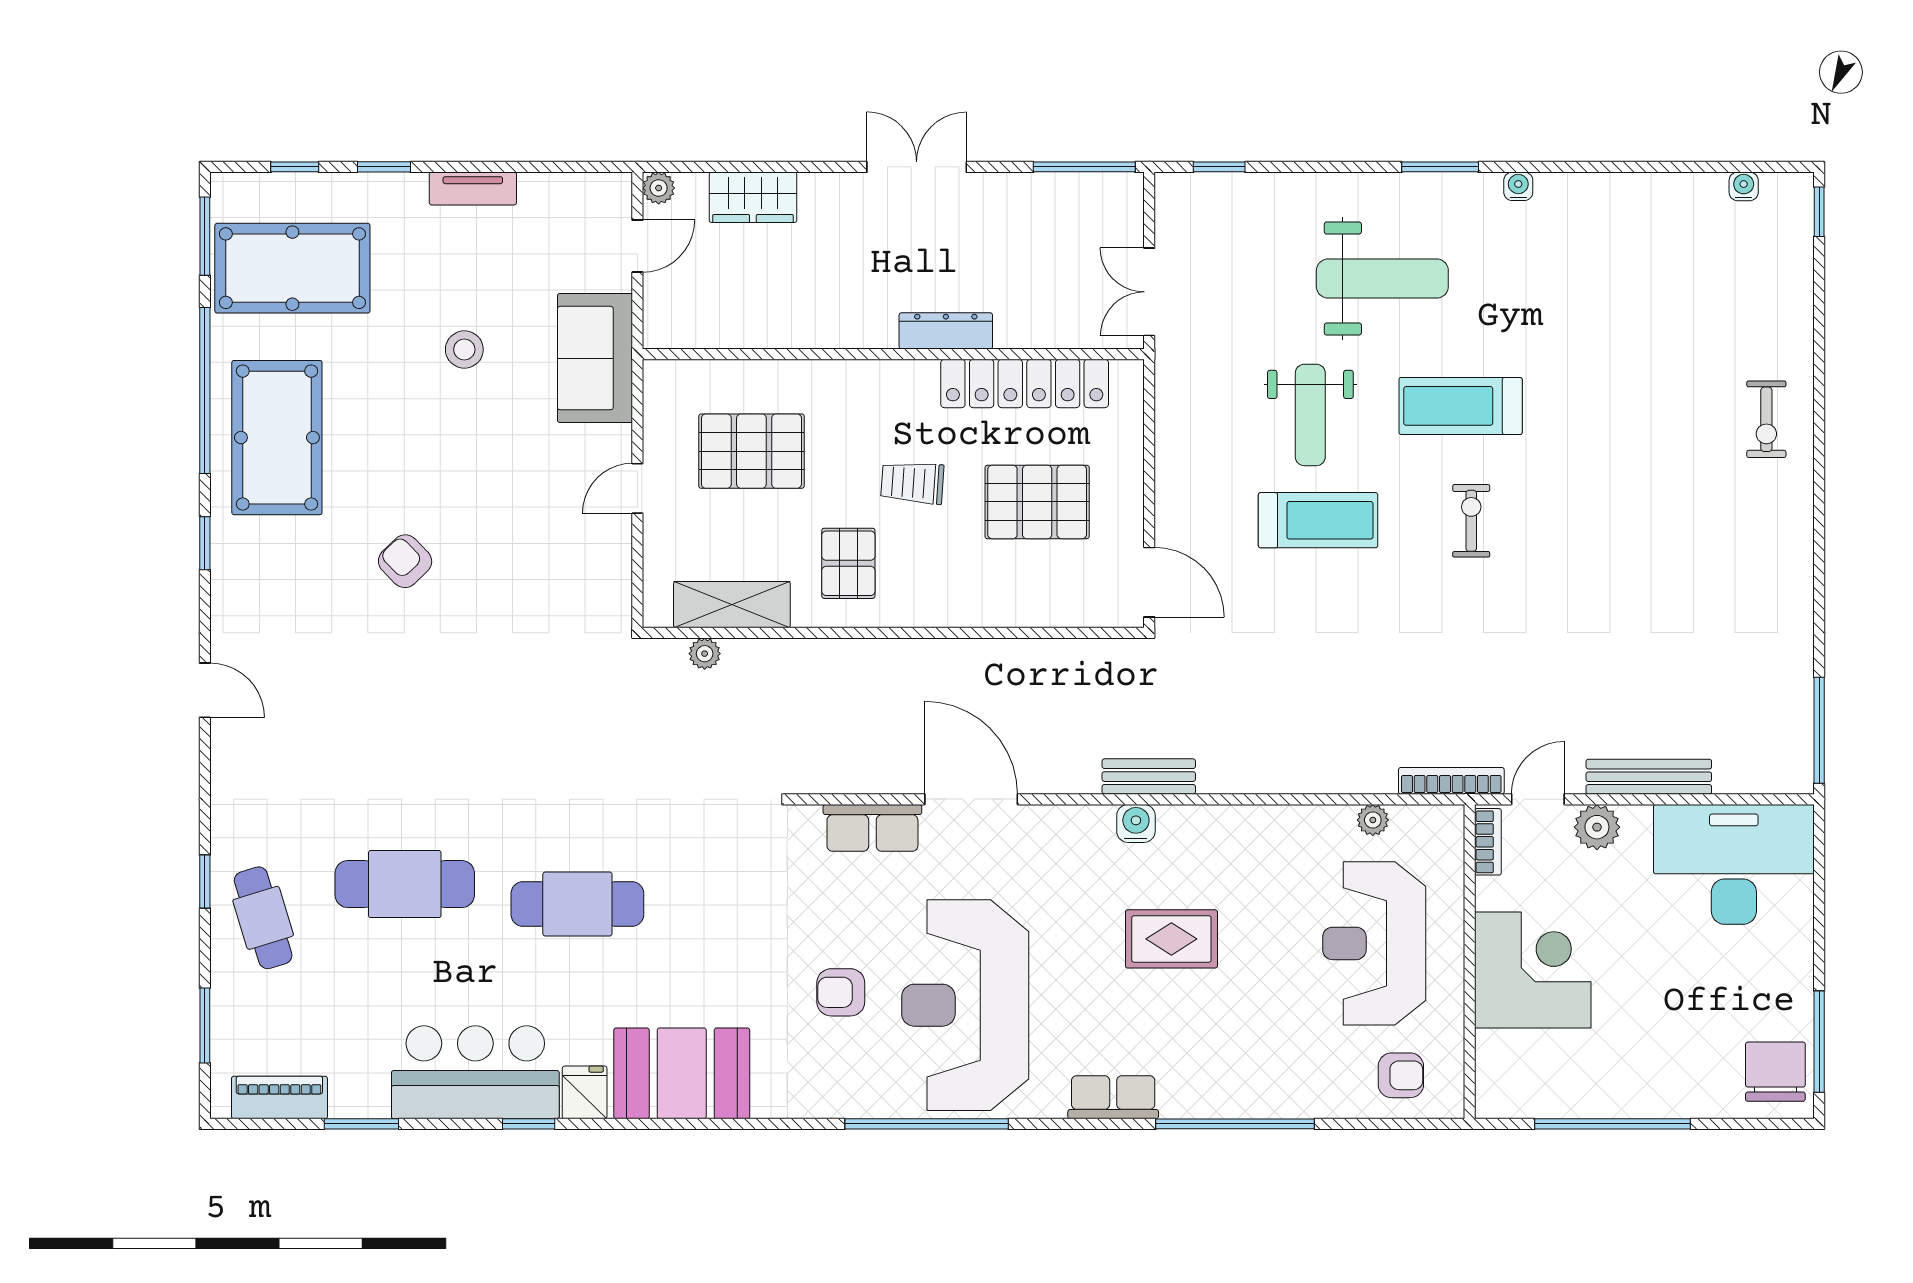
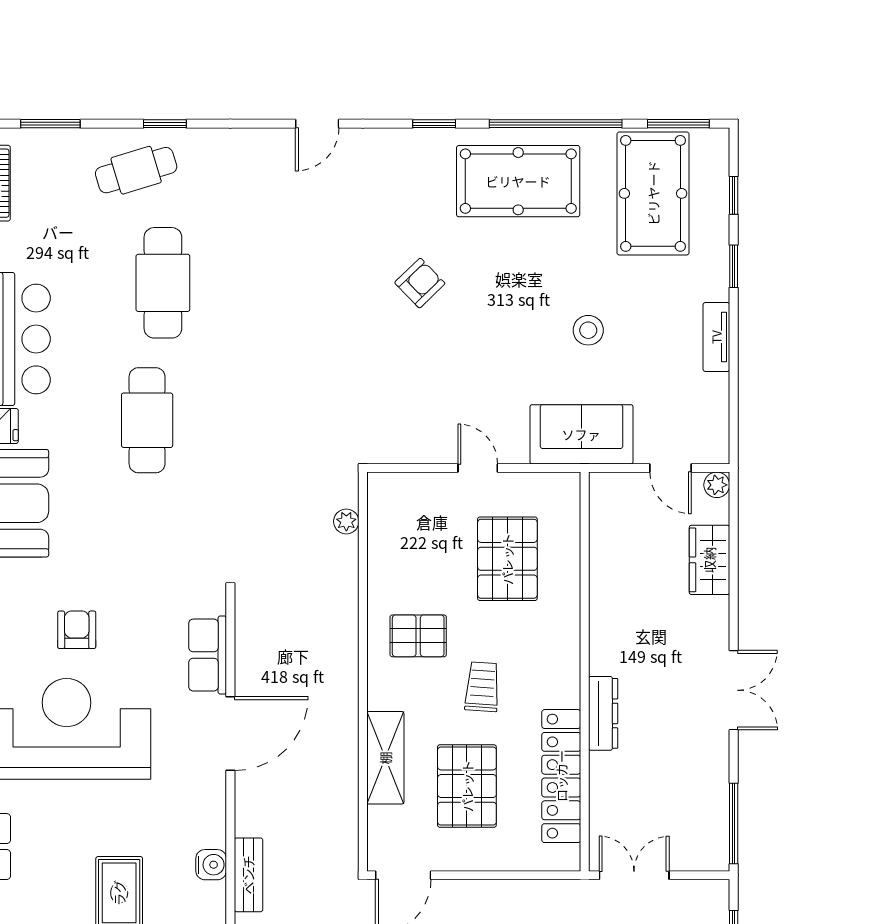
shelving: (732, 605) -> (385, 758), moved

